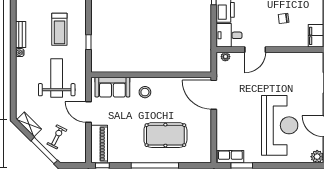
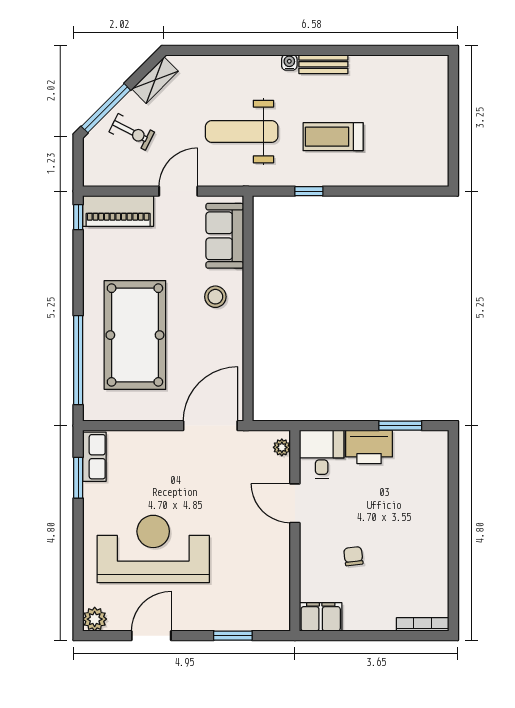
weight bench: (57, 78) -> (242, 132), turned 180
reception desk: (280, 125) -> (153, 549), turned 180
pool table: (165, 135) -> (135, 335), width x1.36, depth x1.32
window: (155, 165) -> (78, 360), moved

